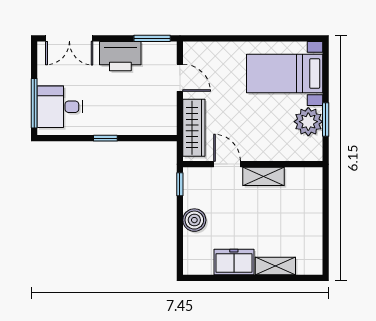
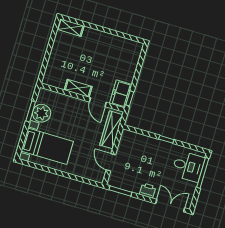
printer: (120, 56) -> (148, 191), width x0.53, depth x0.68
boiler: (194, 220) -> (127, 74), removed
freezer: (234, 262) -> (121, 94), moved, turned 90
shelving: (275, 266) -> (71, 28), moved

